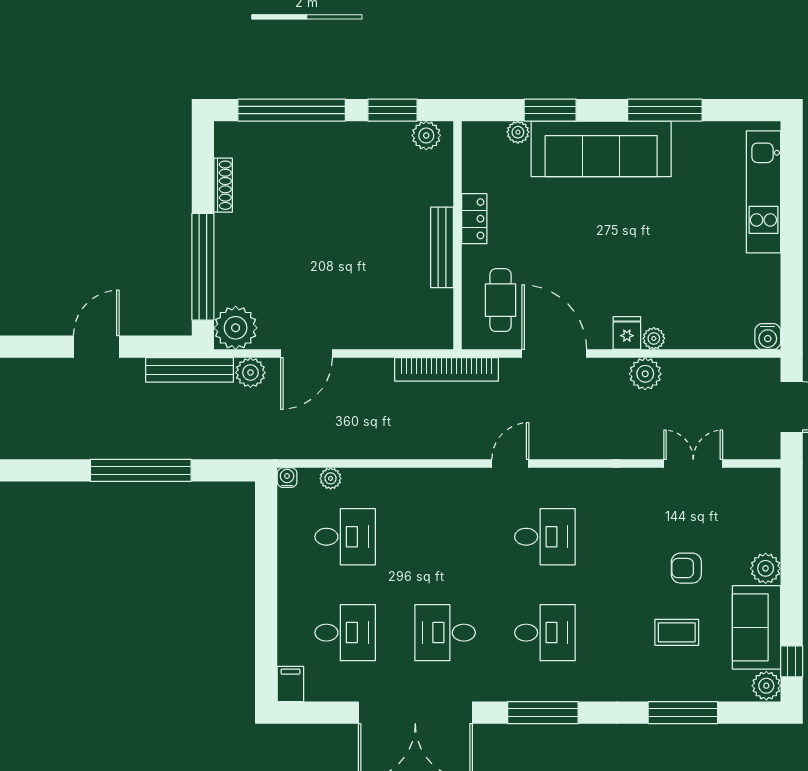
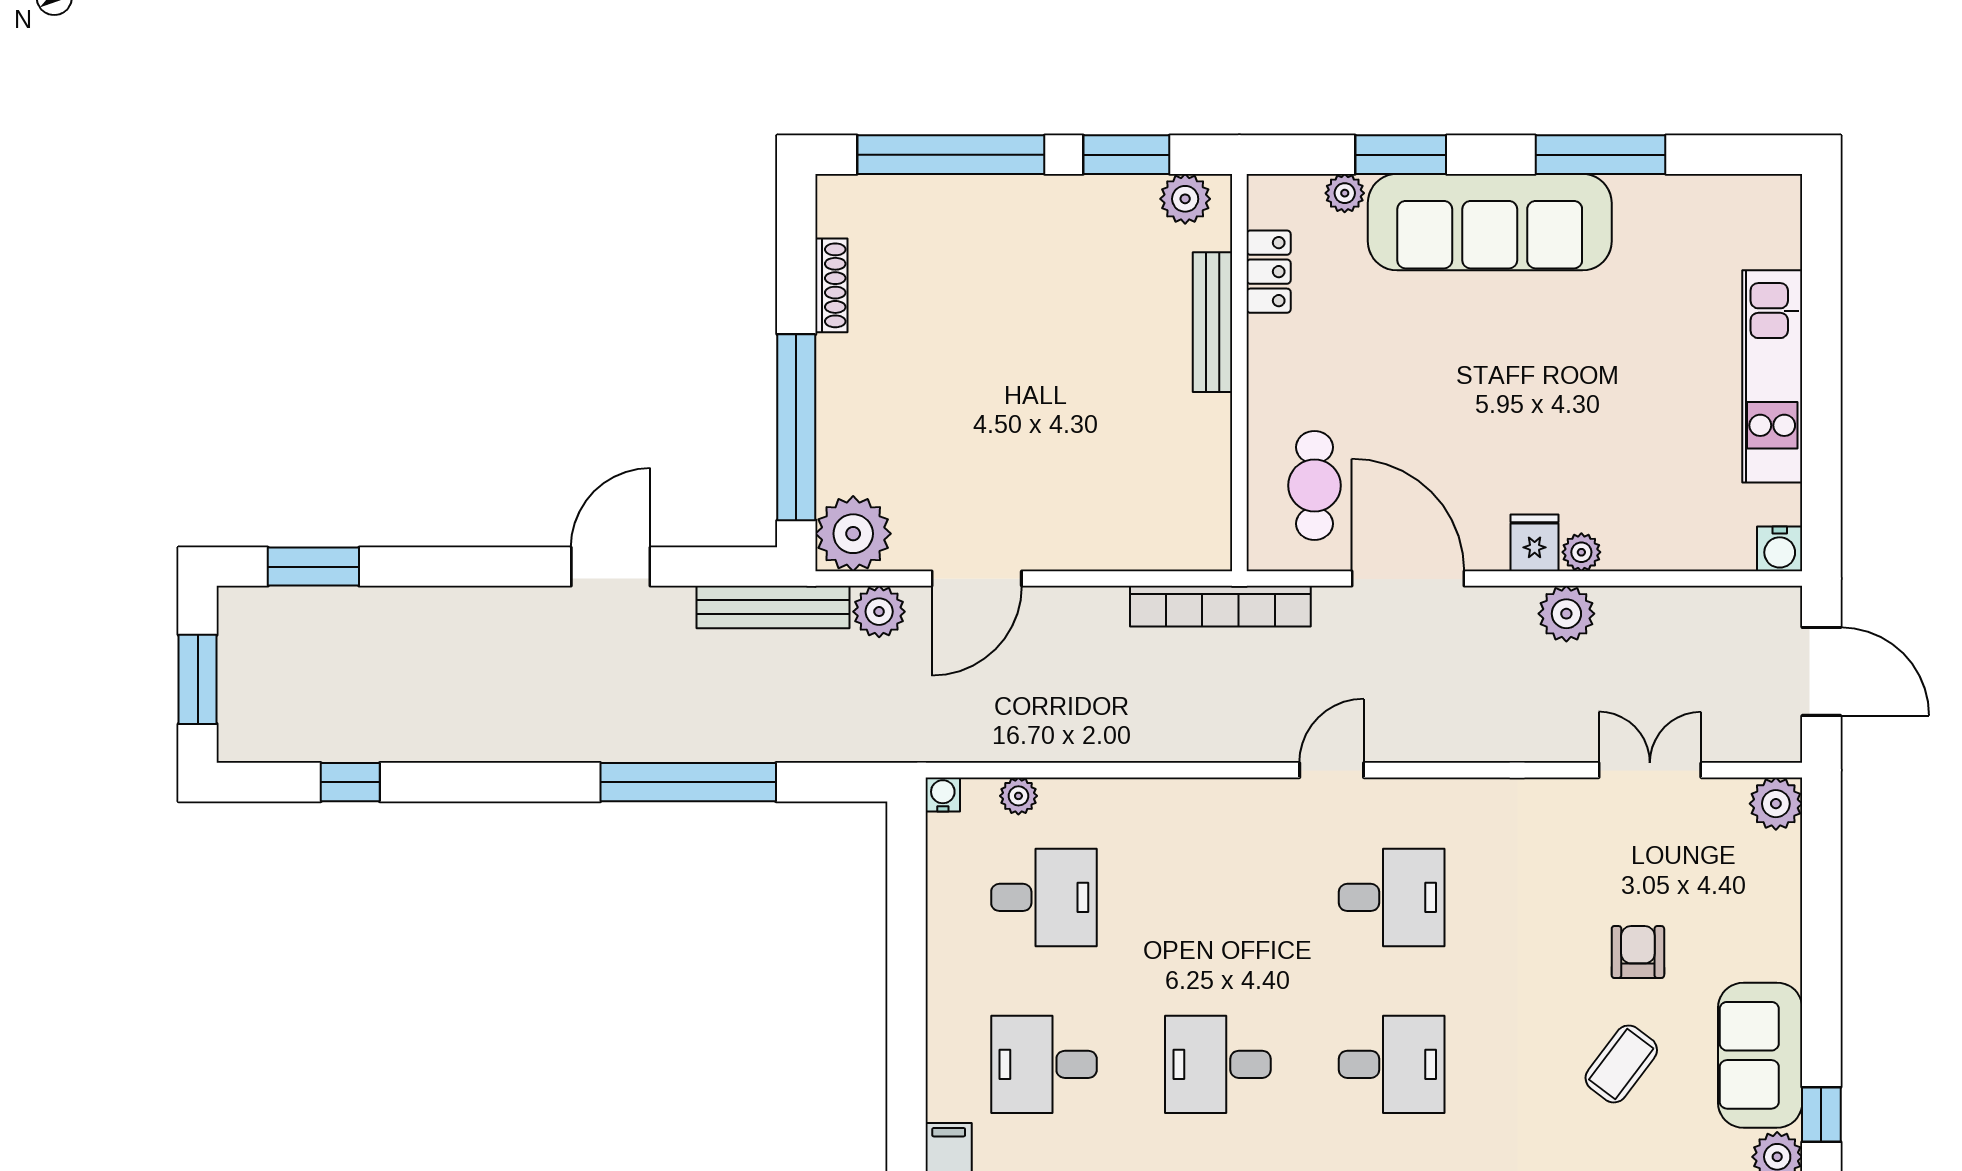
kitchen unit: (763, 192) -> (1772, 376), moved
locker: (474, 219) -> (1269, 272), moved
bench: (442, 247) -> (1213, 322), moved
armchair: (686, 568) -> (1638, 952), turned 90
plant: (766, 568) -> (1776, 804), moved
coffee table: (677, 632) -> (1621, 1064), turned -53
desk: (345, 633) -> (1044, 1064), turned 180

